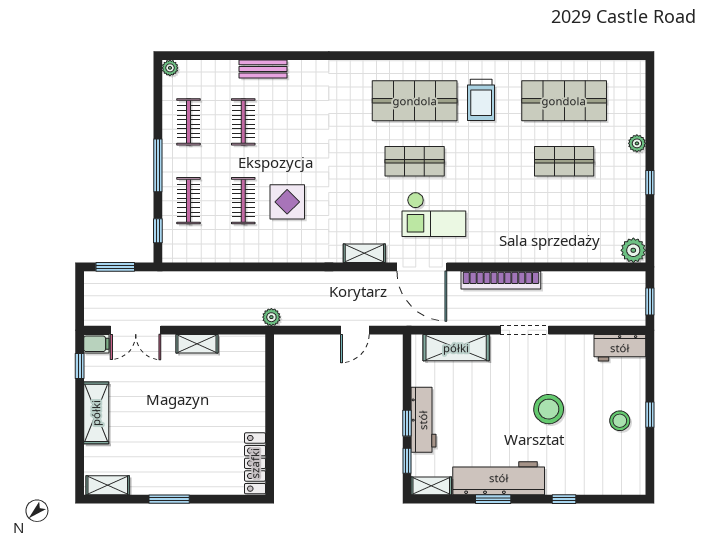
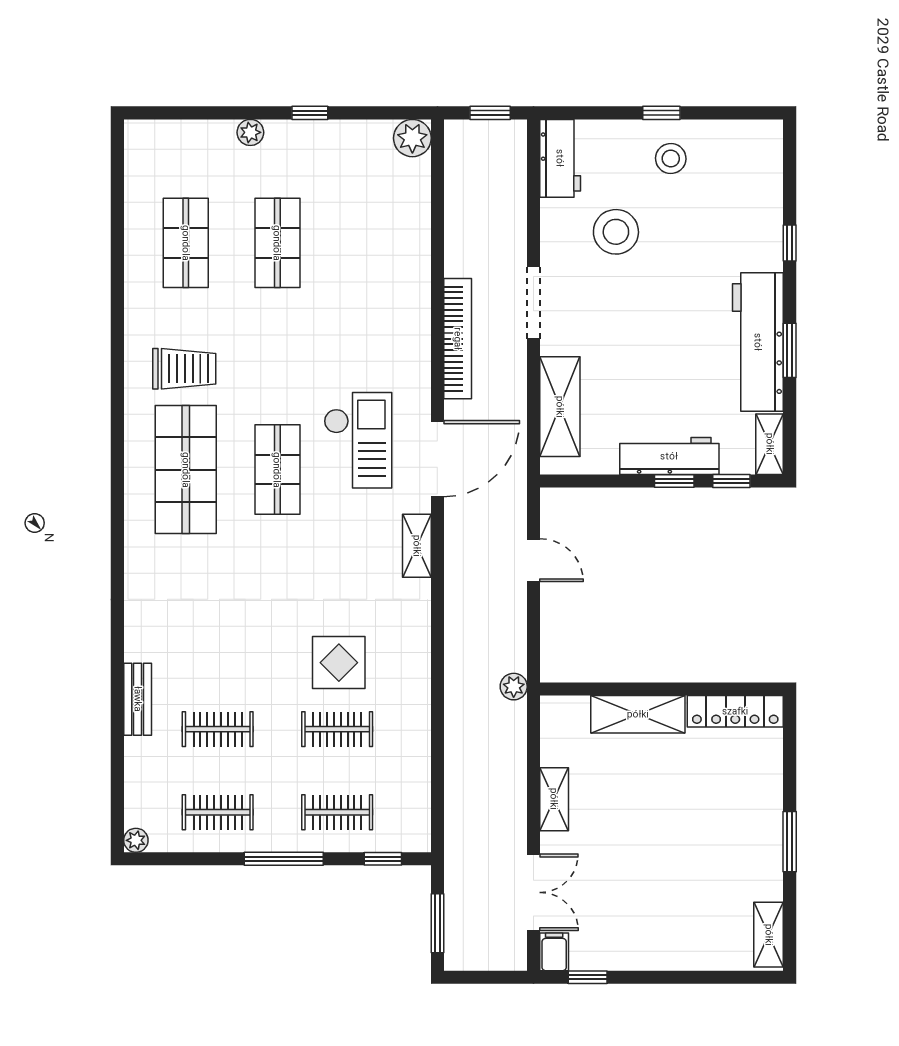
shop shelf: (564, 101) -> (186, 243), width x0.70, depth x0.74
stool: (549, 409) -> (616, 232), moved
shelving: (96, 413) -> (638, 714), moved

